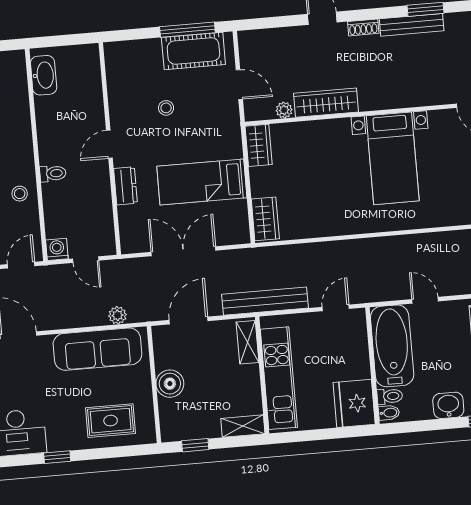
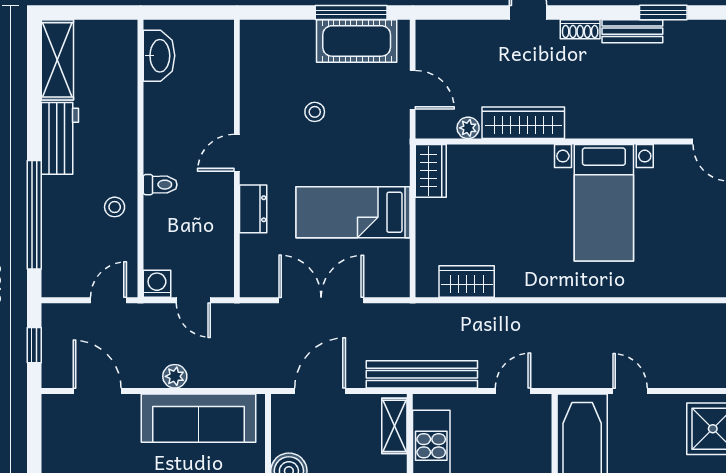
bench: (412, 25) -> (632, 31), width x0.73
wardrobe: (265, 219) -> (467, 282), moved, turned -90
plant: (118, 315) -> (175, 376), moved

